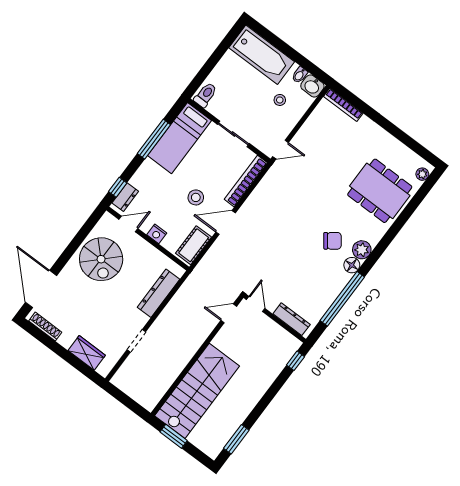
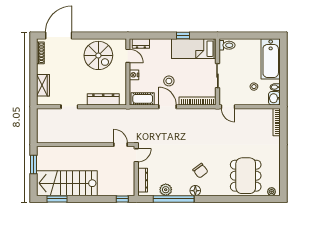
window: (154, 139) -> (183, 36), width x0.46
window: (118, 187) -> (143, 36), removed
plant: (362, 250) -> (166, 190), moved
spiral stairs: (101, 259) -> (98, 55), turned -90
stairs: (197, 391) -> (67, 183), moved, turned 180

